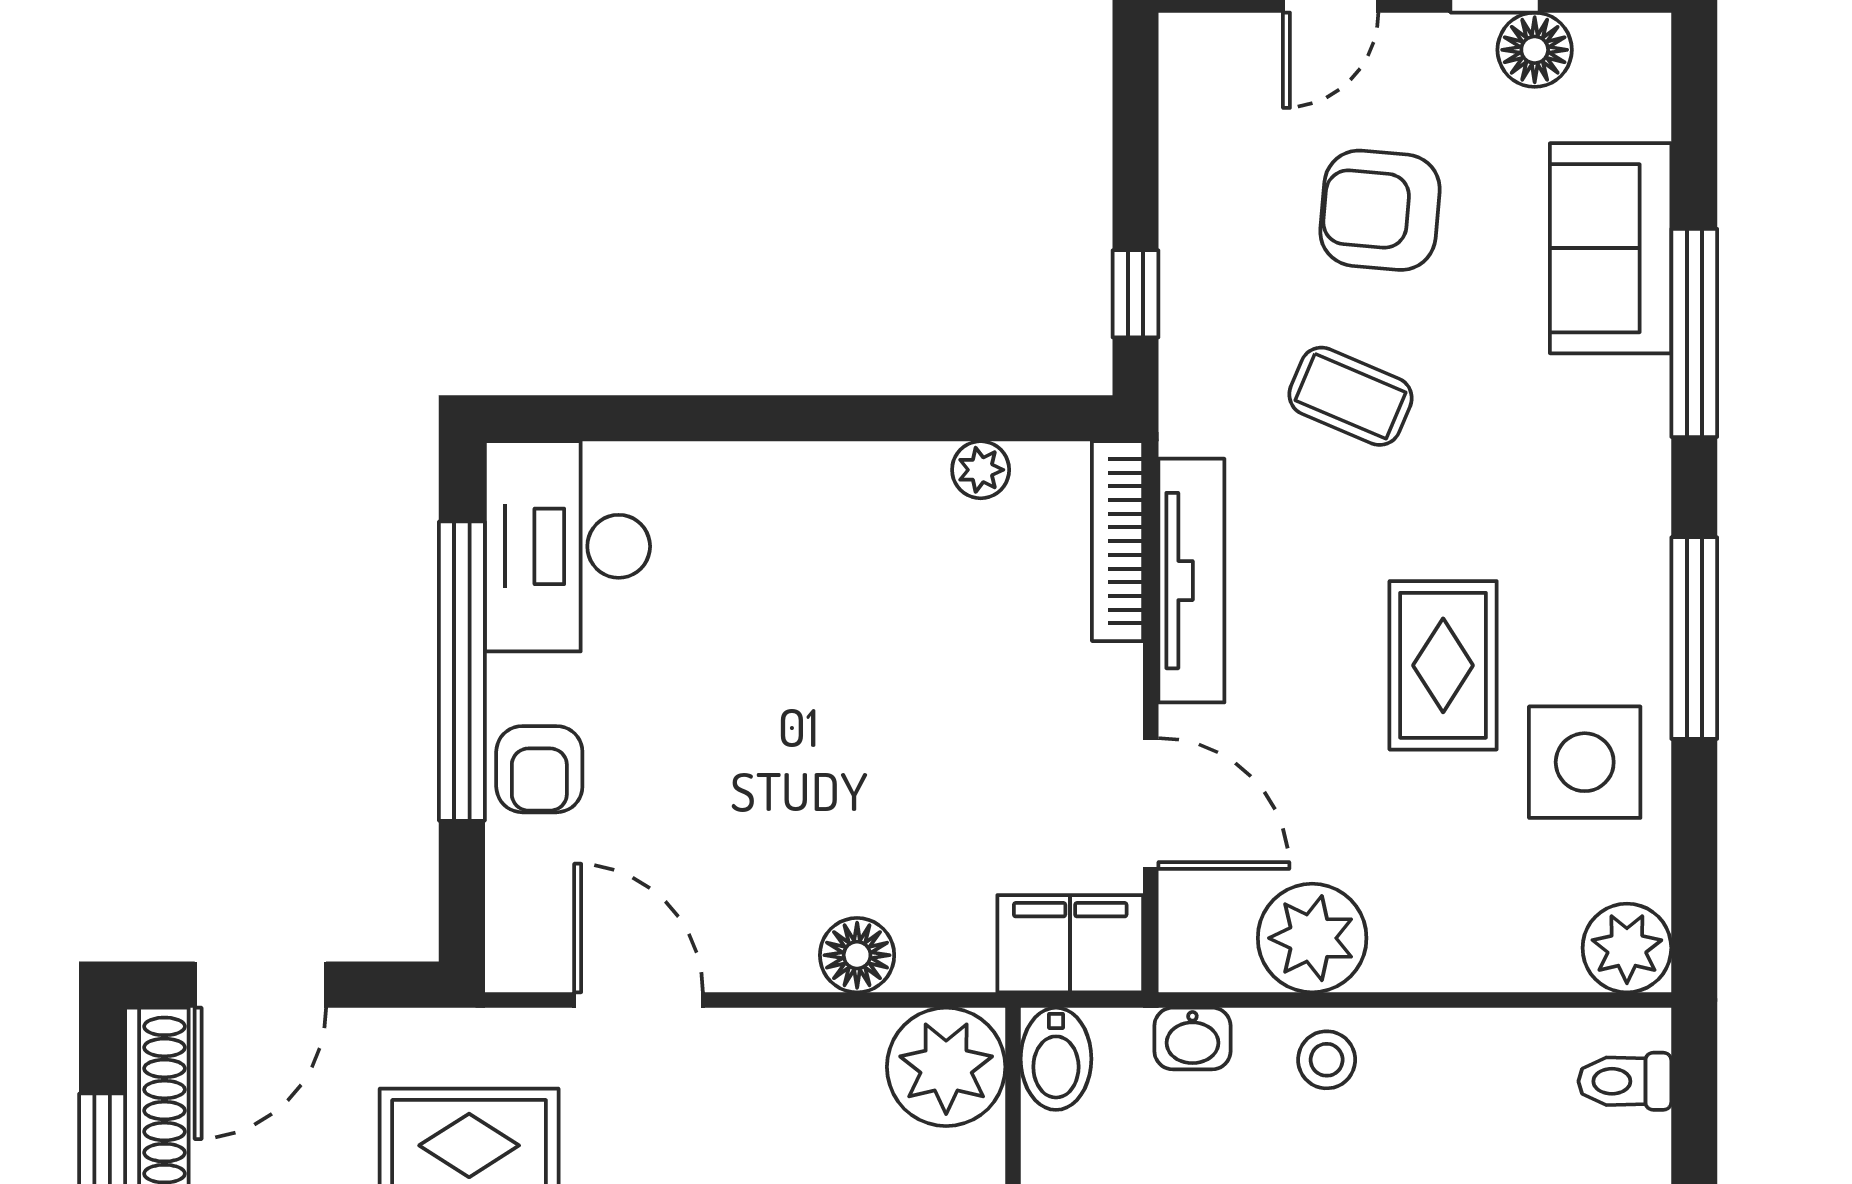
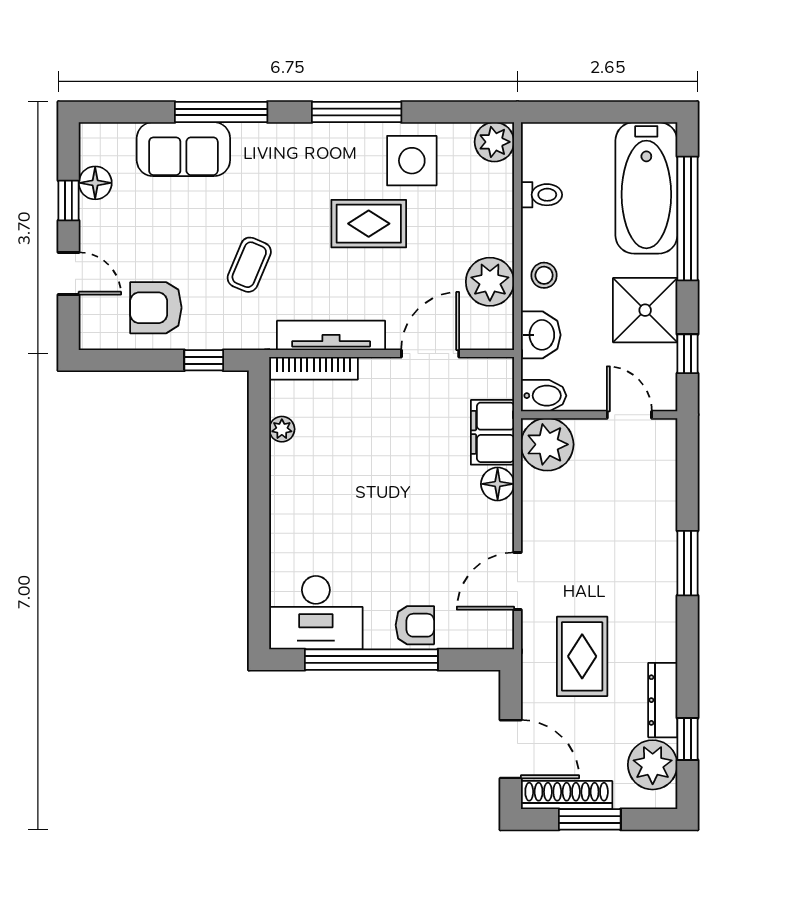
armchair: (1380, 210) -> (156, 308), moved, turned 85
filing cabinet: (1070, 944) -> (492, 432), moved
washbasin: (1192, 1038) -> (541, 335), width x1.38, depth x1.45
toilet: (1625, 1081) -> (541, 195), moved, turned -90

